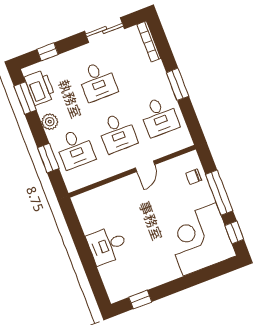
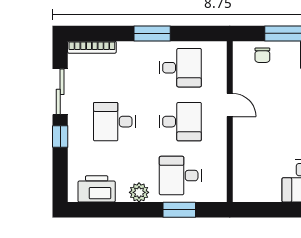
window: (48, 52) -> (60, 137), moved
desk: (98, 81) -> (114, 122), turned 180
window: (25, 98) -> (102, 210), removed
desk: (75, 149) -> (180, 176), turned 180

